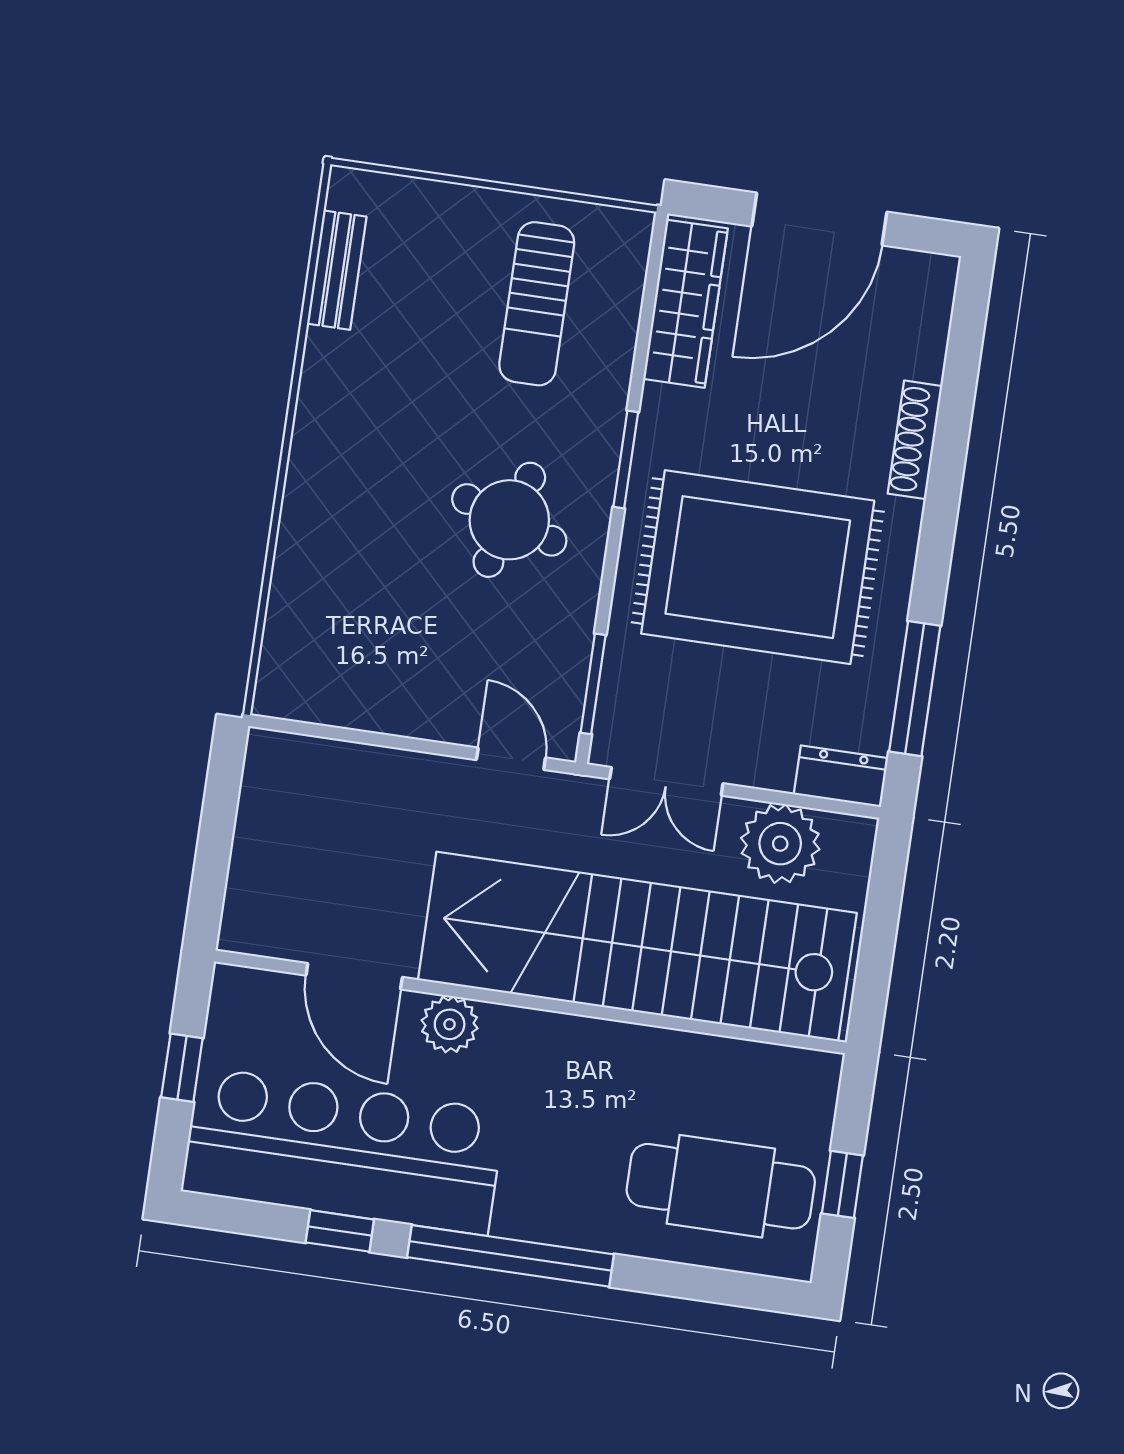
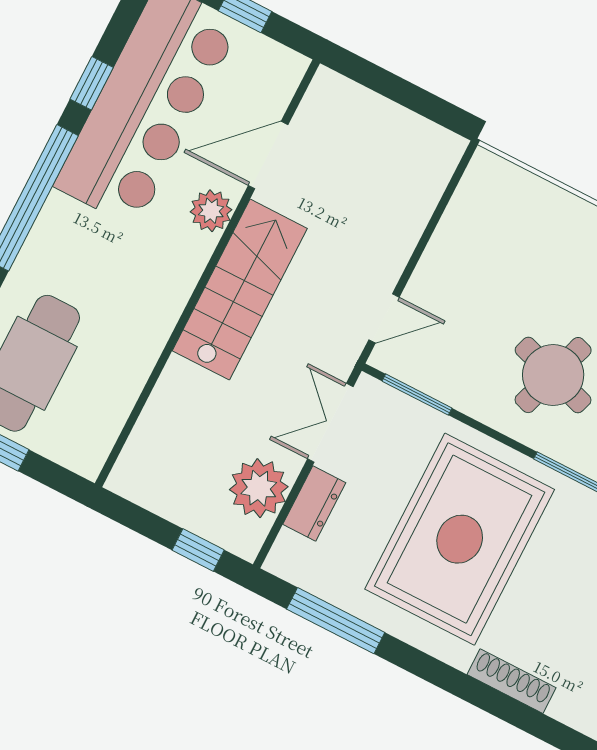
dresser: (841, 776) -> (314, 503), moved
window: (885, 894) -> (198, 550), added
stairs: (637, 946) -> (240, 290), width x0.54, depth x0.66

